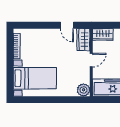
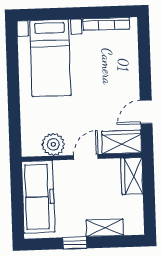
door: (91, 60) -> (86, 157), swing flipped
plant: (84, 90) -> (53, 144), moved

